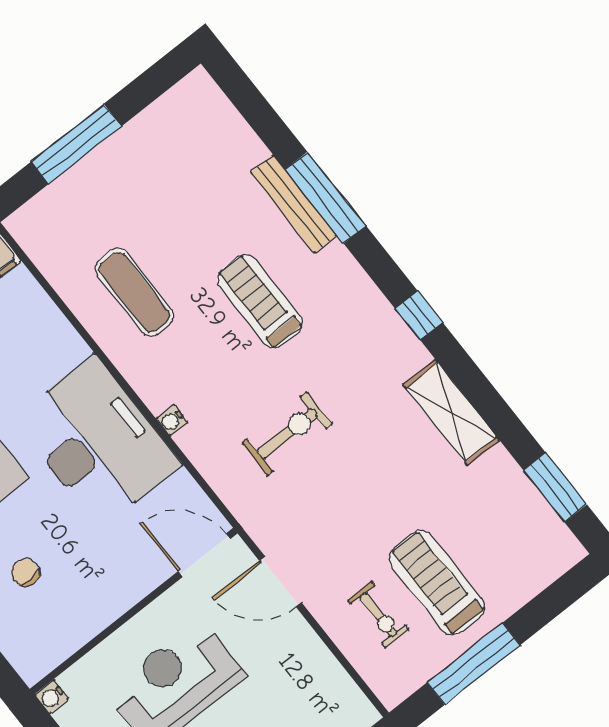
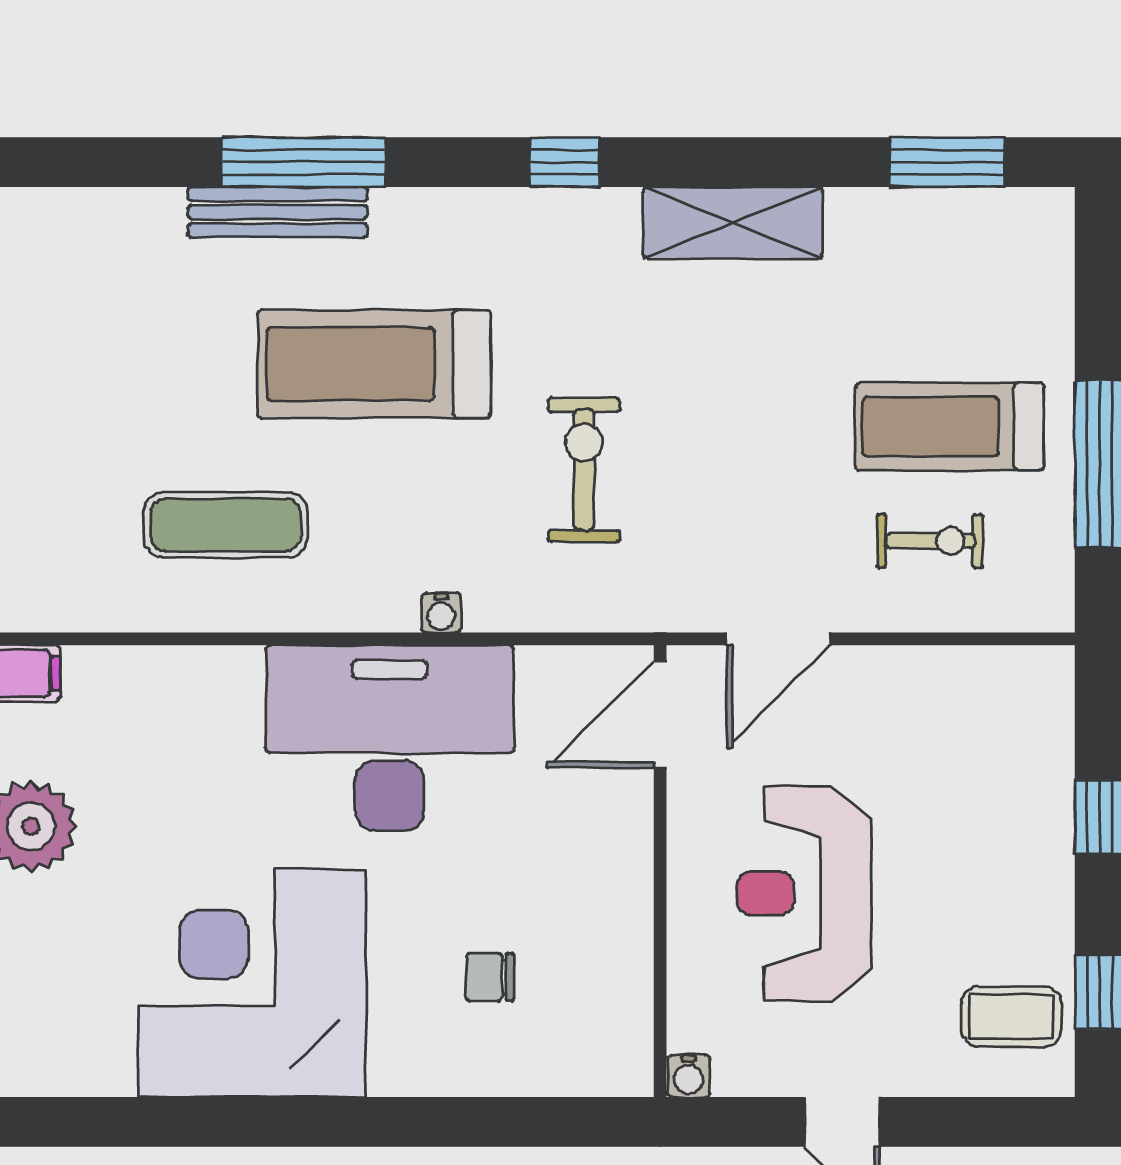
treadmill: (260, 301) -> (374, 364), width x1.37, depth x1.38

